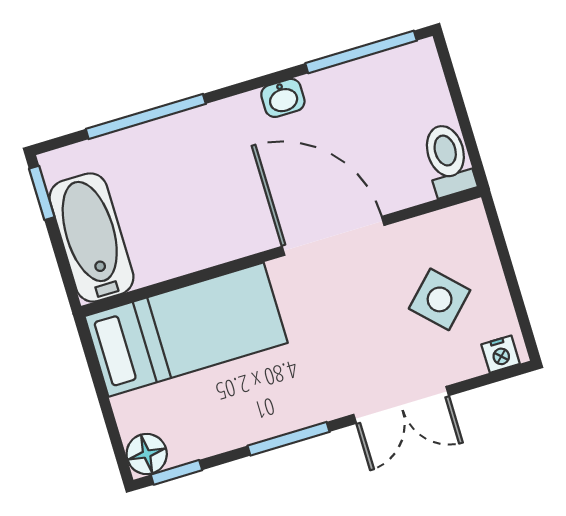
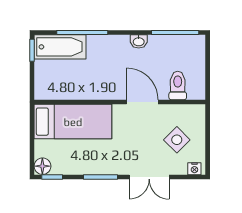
toilet: (448, 160) -> (178, 85), moved
door: (333, 236) -> (142, 102), width x0.73
bathtub: (91, 237) -> (60, 47), moved, turned 90

